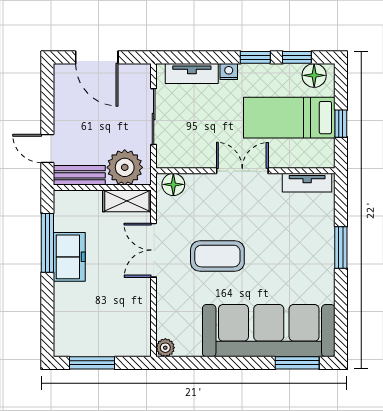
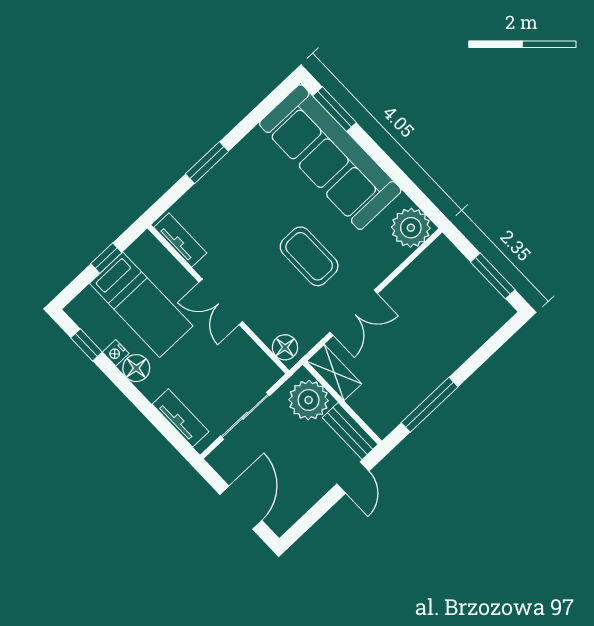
window: (255, 57) -> (119, 379), removed
nightstand: (229, 72) -> (116, 353), moved
floor lamp: (314, 75) -> (136, 368), moved
freezer: (69, 257) -> (424, 376), removed
plant: (165, 348) -> (411, 228), width x1.88, depth x1.88

